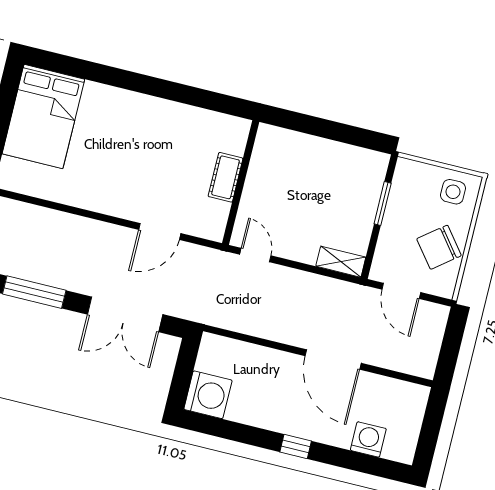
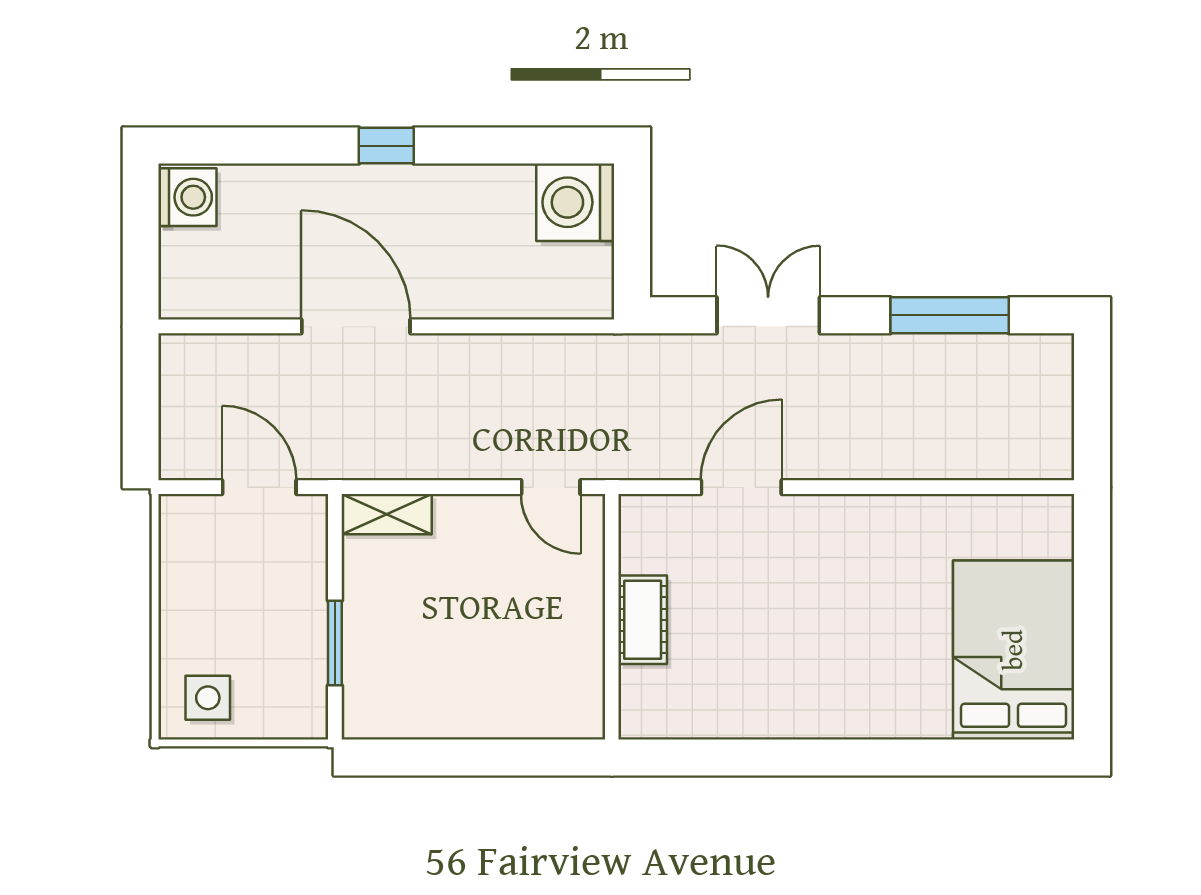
chair: (439, 247) -> (208, 587), removed
double door: (125, 314) -> (768, 315), width x0.73
washing machine: (368, 439) -> (187, 197), moved, turned -90

